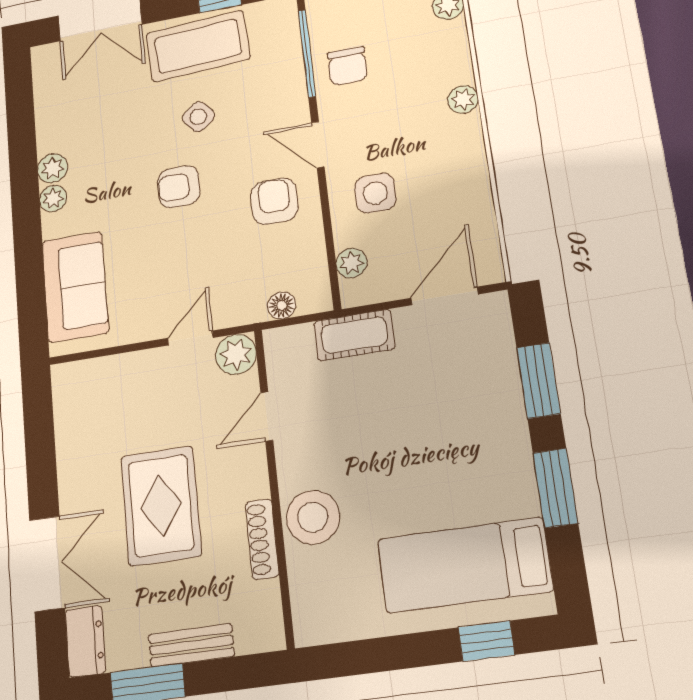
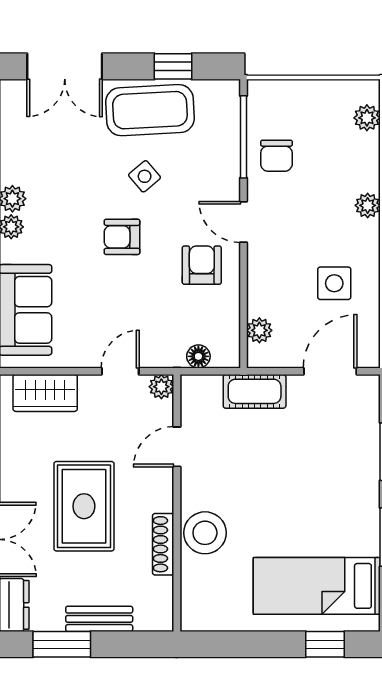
side table: (375, 193) -> (334, 283), moved
plant: (236, 354) -> (161, 387), width x0.73, depth x0.73
wardrobe: (105, 378) -> (45, 393), added

